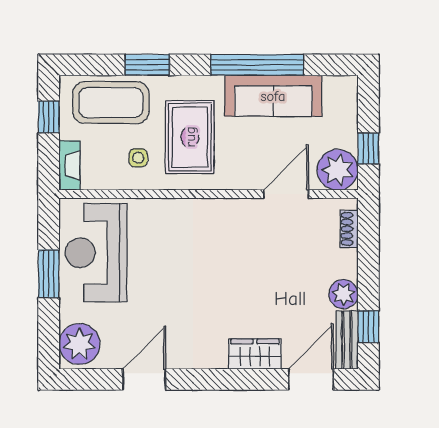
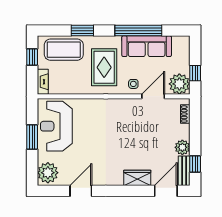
side table: (138, 158) -> (133, 84), moved

